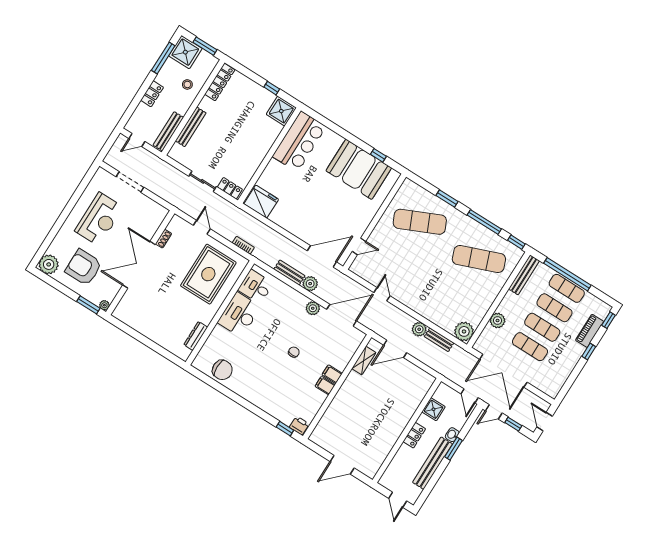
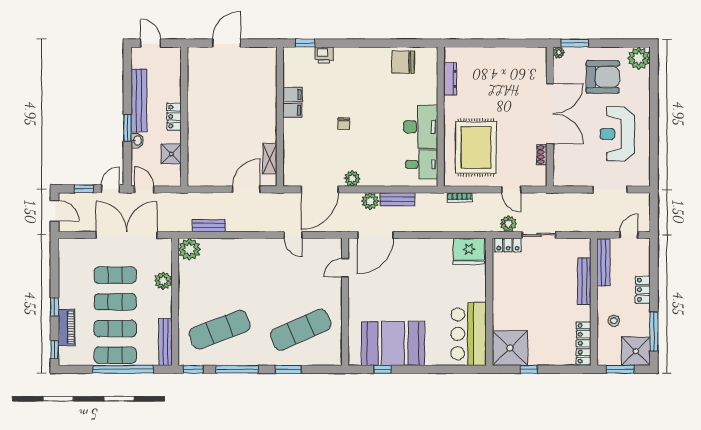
shower: (281, 111) -> (510, 348), width x1.37, depth x1.37
plant: (419, 329) -> (508, 224), moved
filing cabinet: (332, 374) -> (293, 95), moved
printer: (299, 426) -> (324, 55), moved

